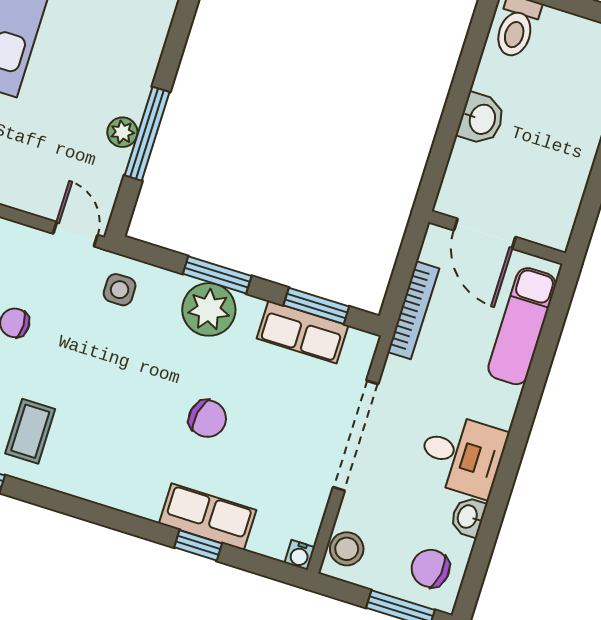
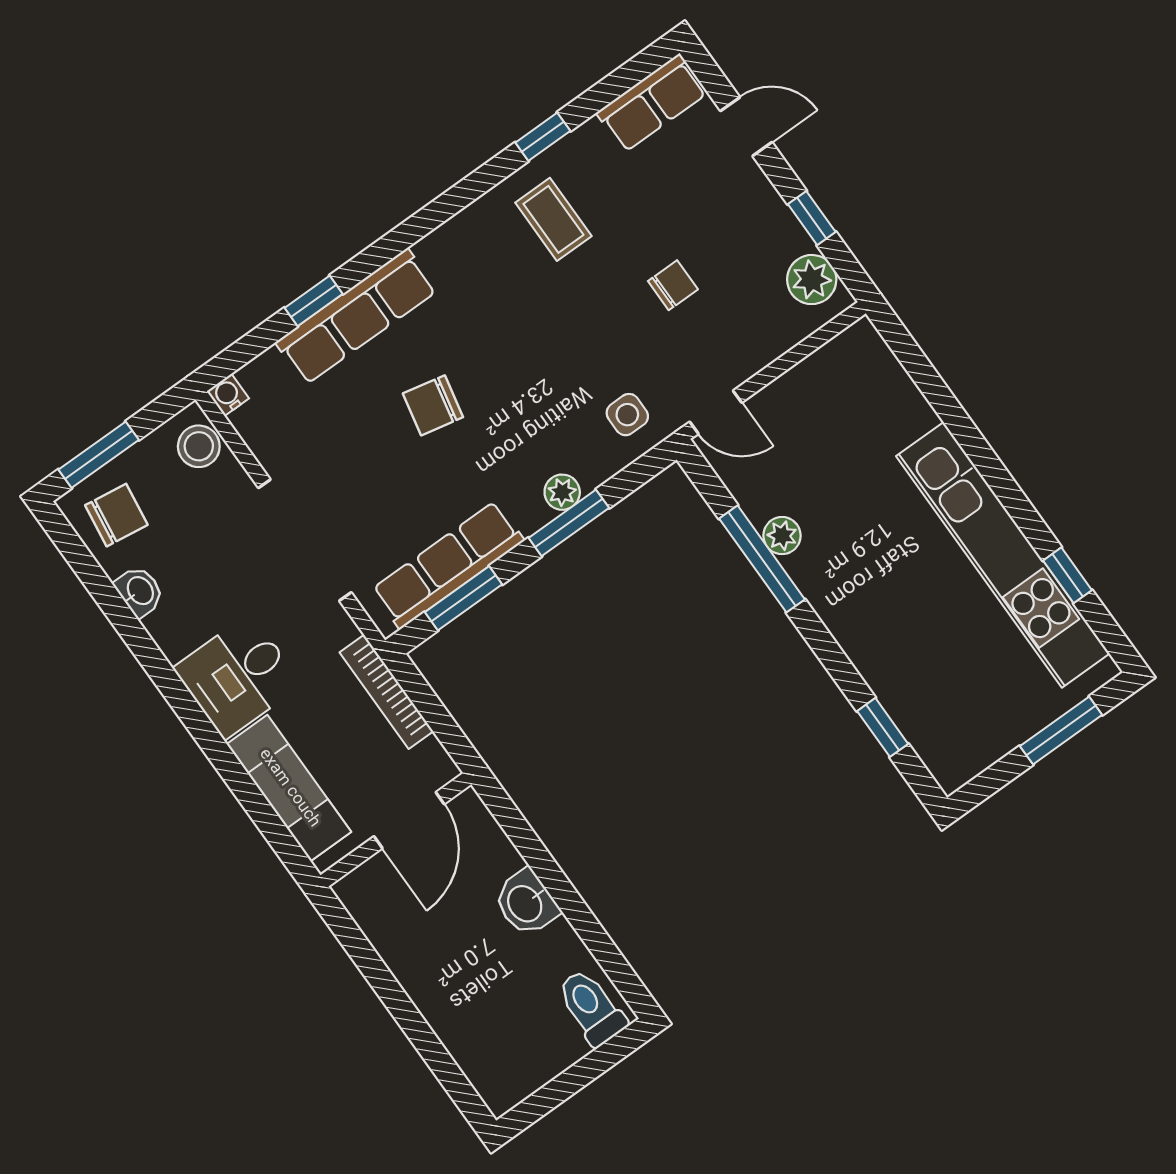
door: (485, 234) -> (409, 820), swing flipped
plant: (209, 309) -> (562, 492), width x0.53, depth x0.53
row of seats: (302, 332) -> (448, 565), width x1.48
desk: (462, 455) -> (238, 676), moved
row of seats: (208, 517) -> (357, 317), width x1.48

